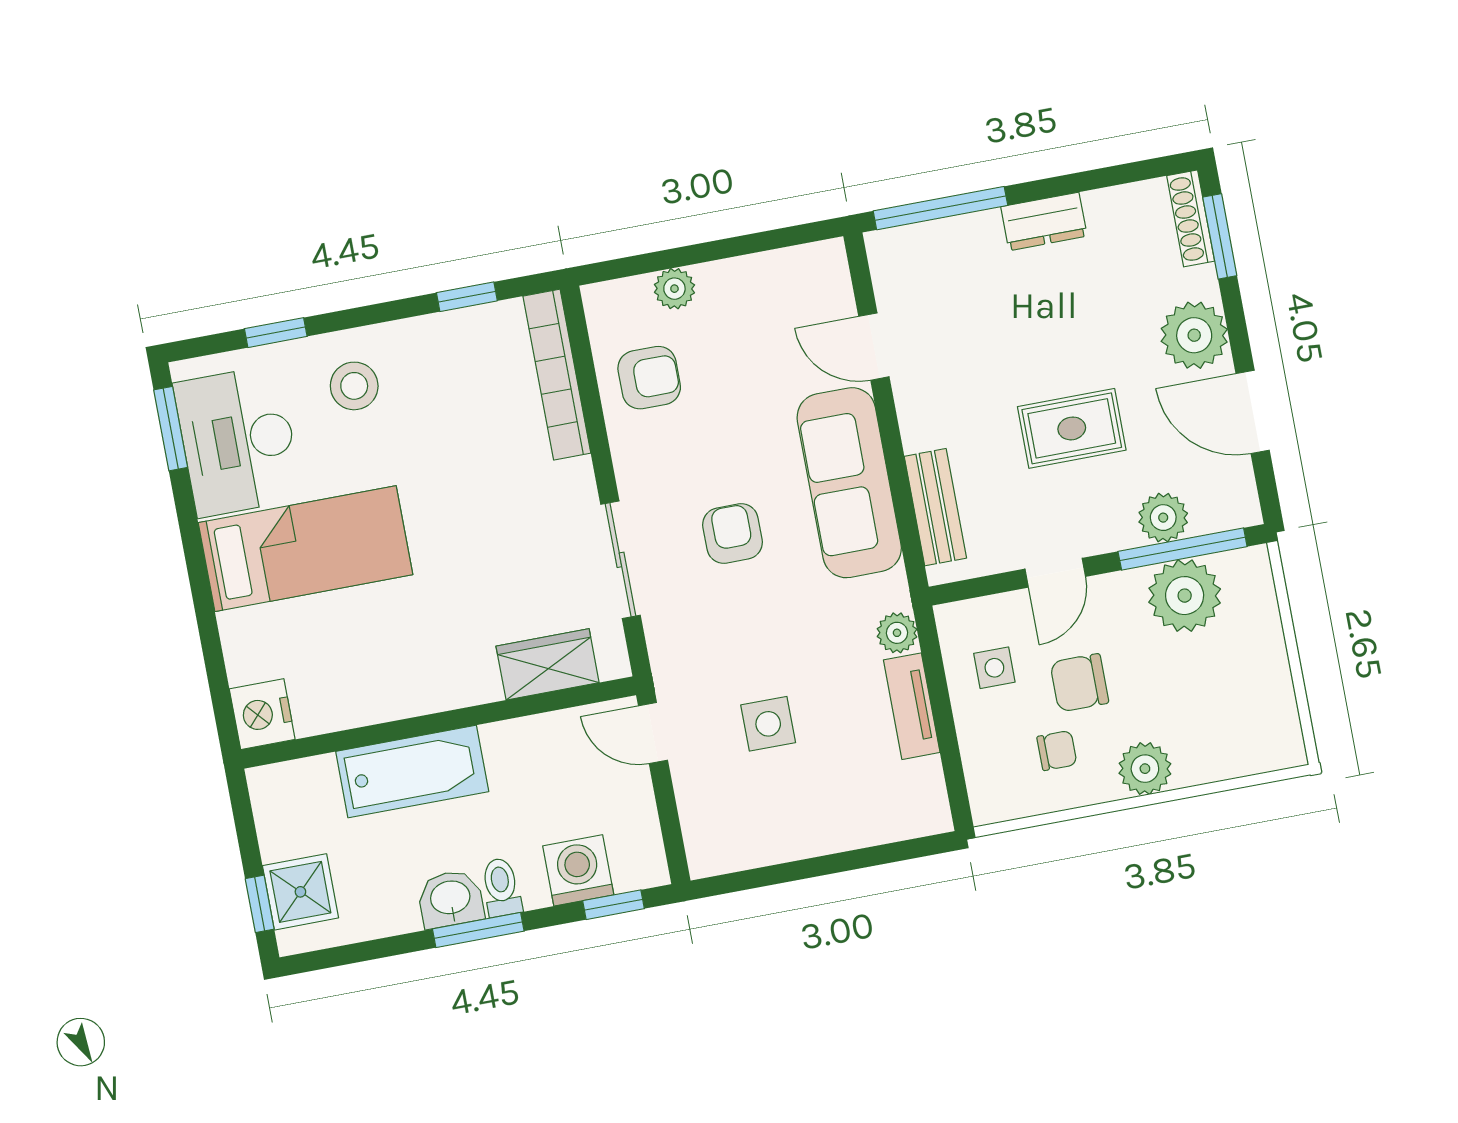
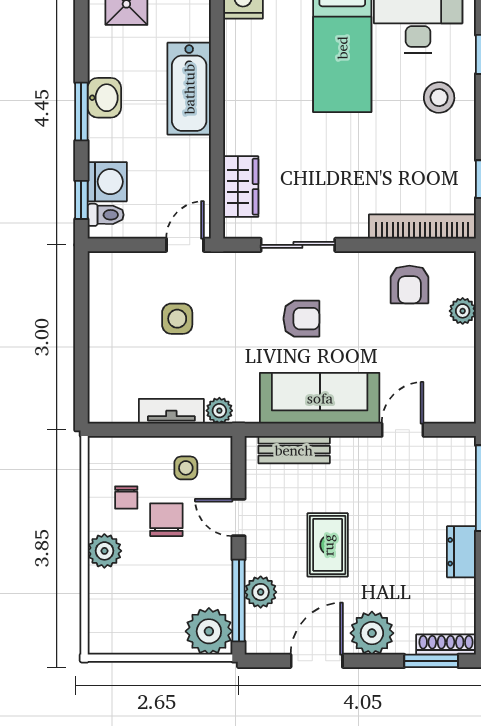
plant: (1185, 596) -> (209, 631), moved
toilet: (501, 887) -> (106, 215), moved

